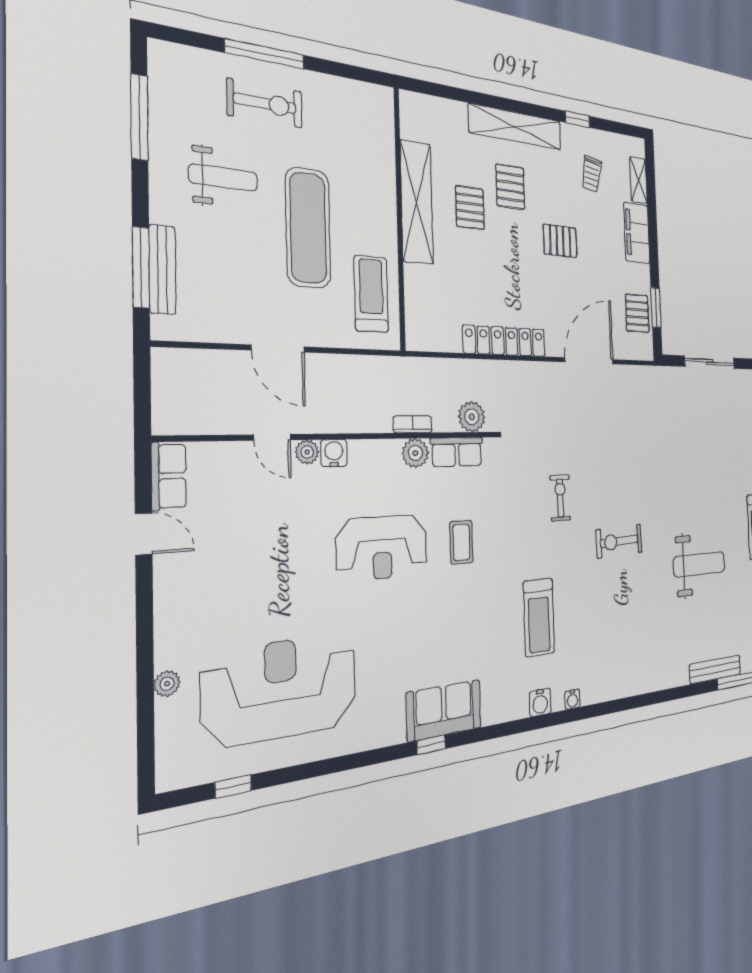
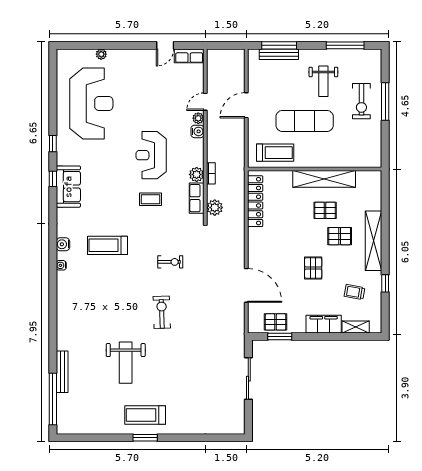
locker: (505, 341) -> (255, 201), moved
exercise bike: (619, 541) -> (162, 312), moved
window: (233, 786) -> (53, 144), moved

